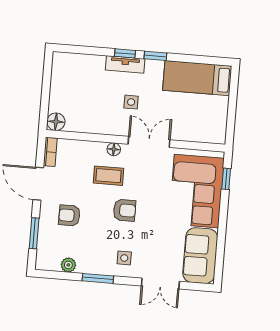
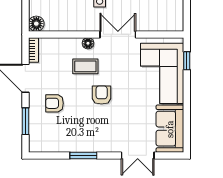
armchair: (125, 210) -> (102, 95), turned -90
side table: (124, 258) -> (105, 136), removed
plant: (68, 265) -> (57, 146), removed

